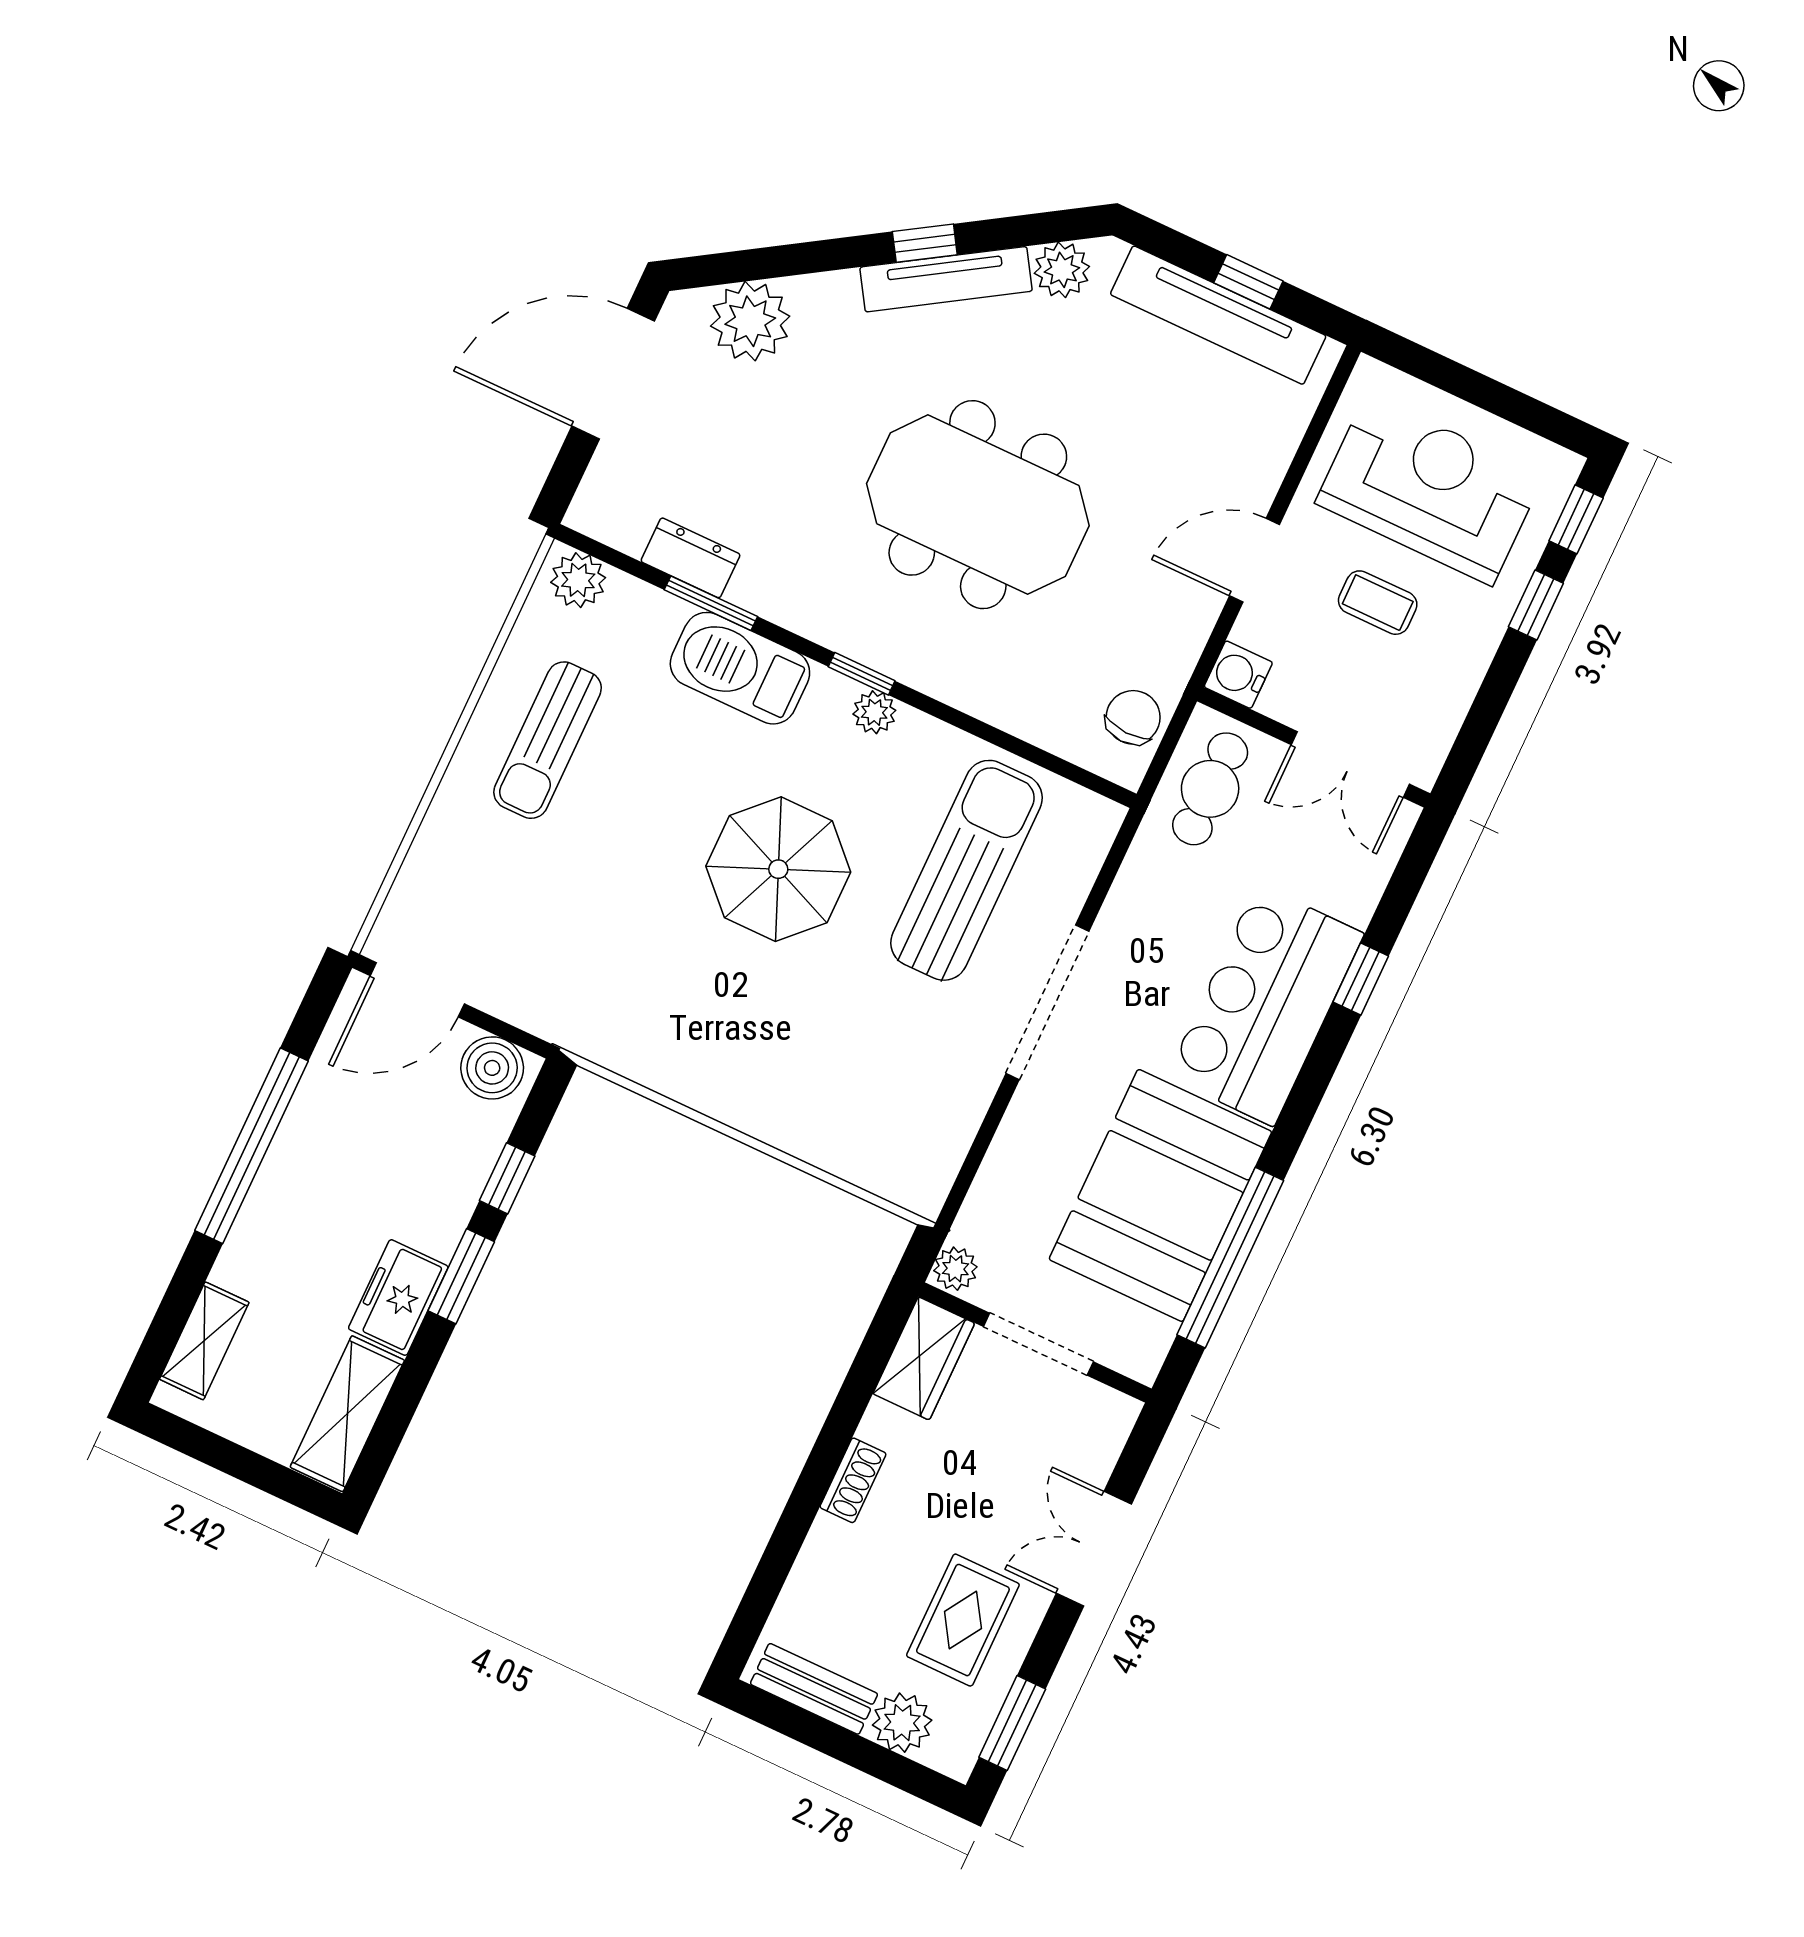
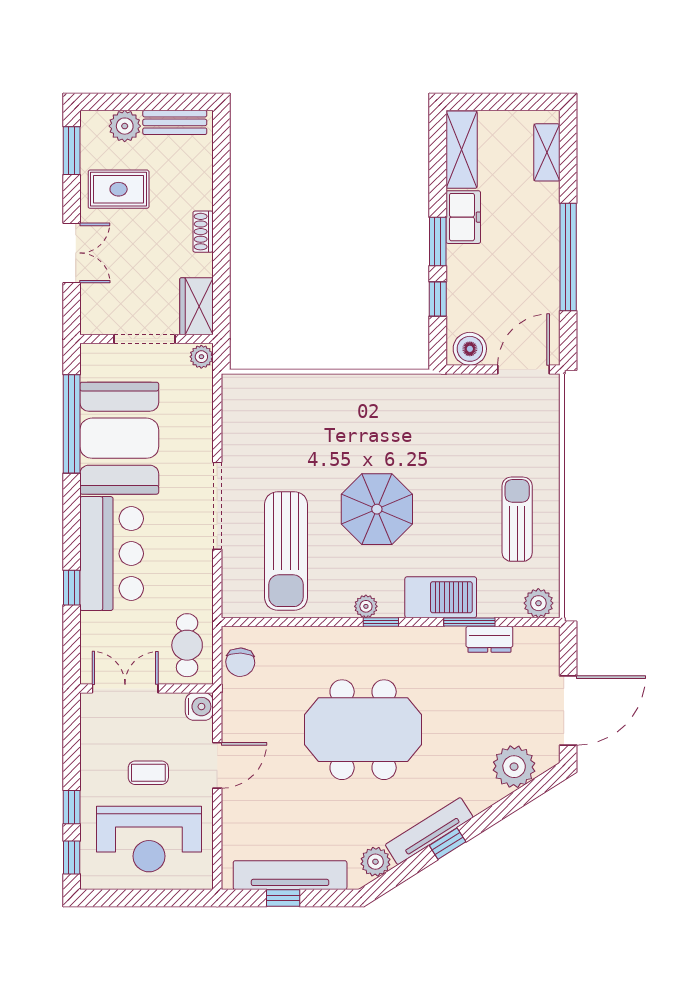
rug: (963, 1620) -> (119, 189), turned 90

